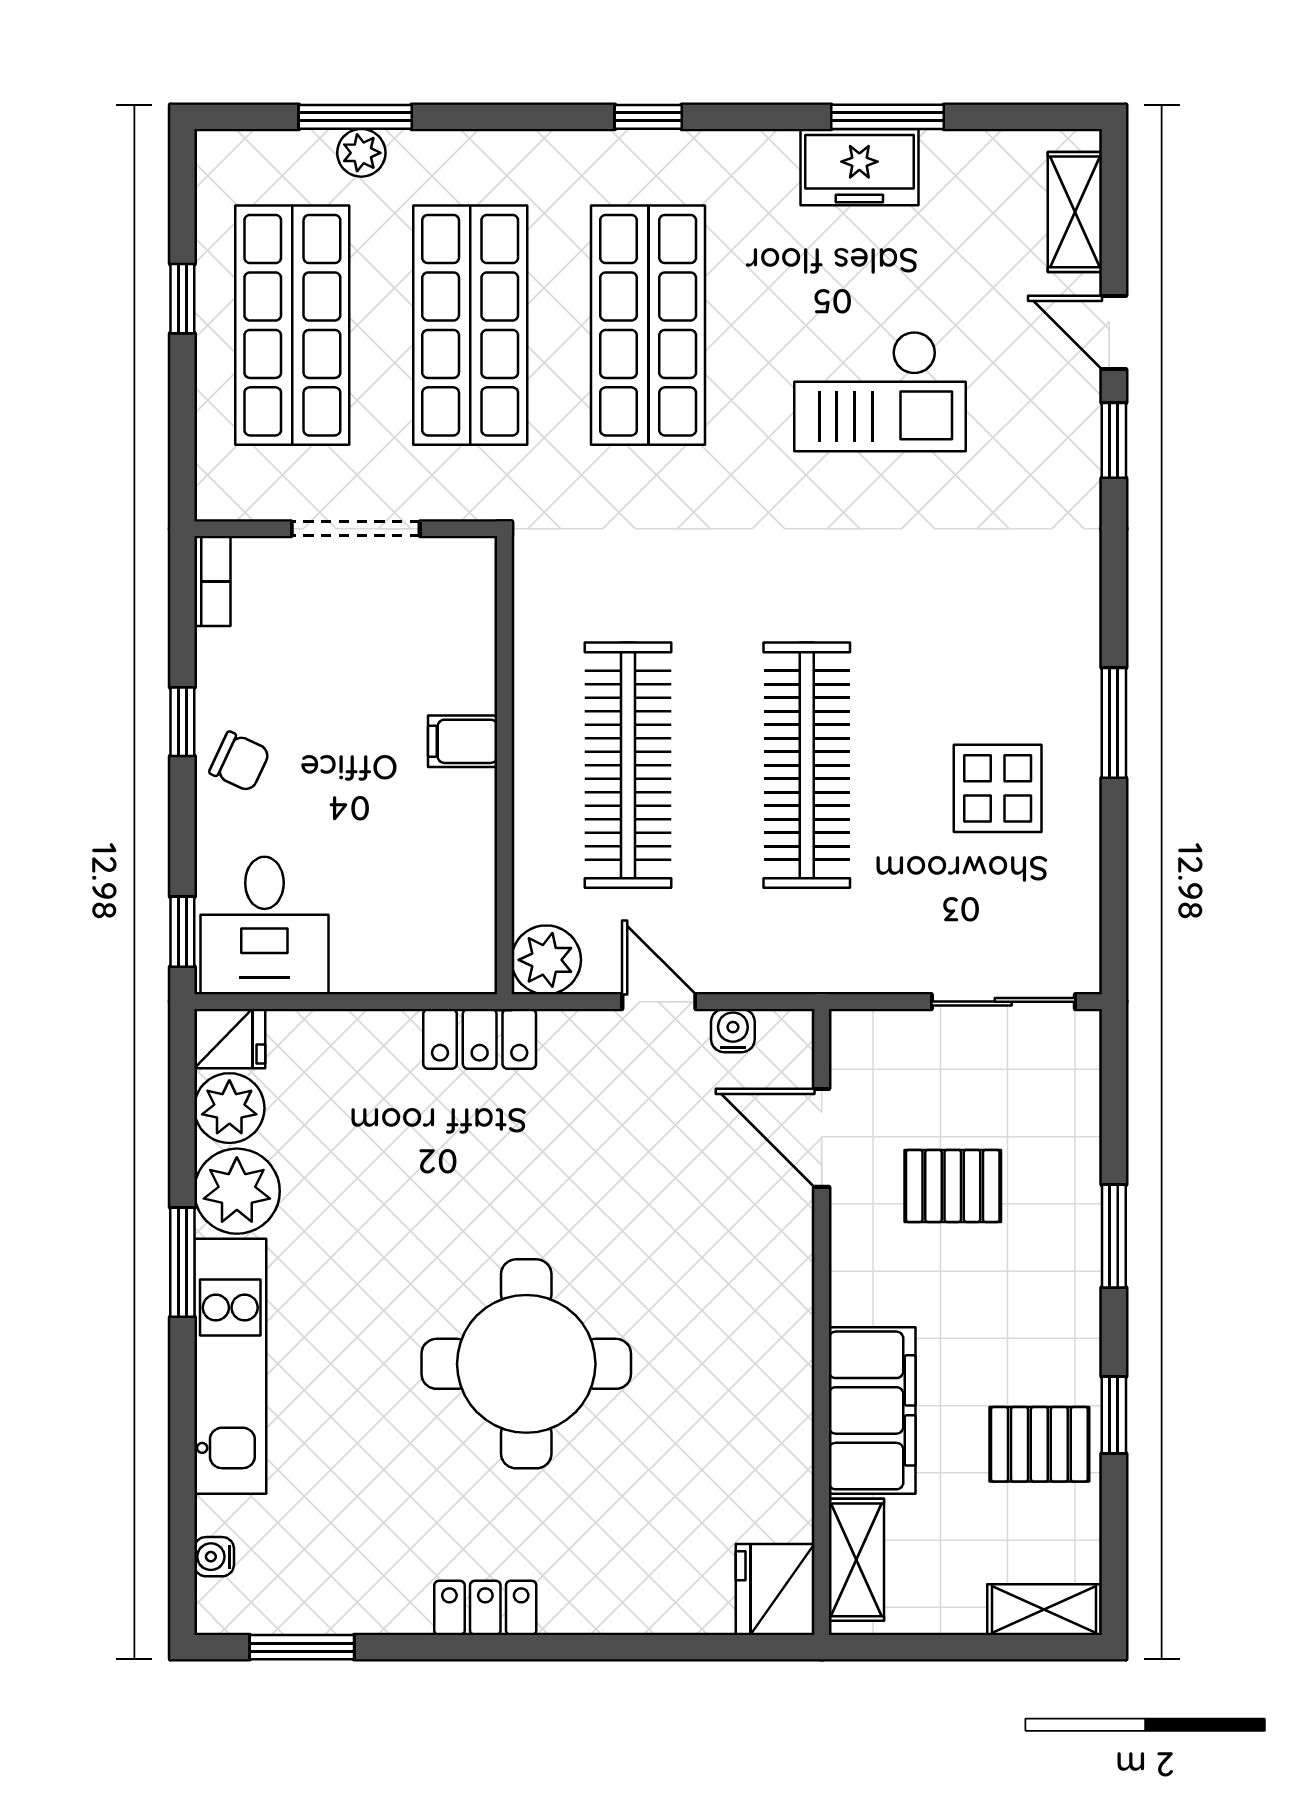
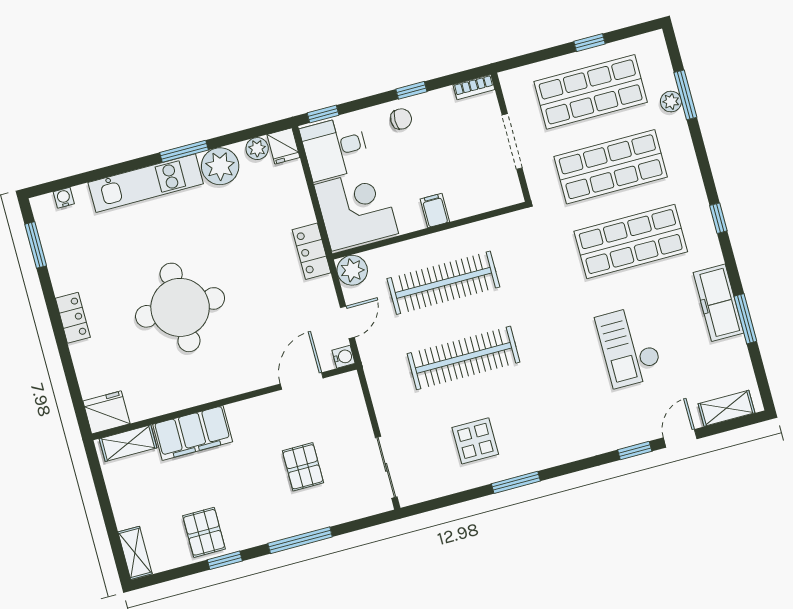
freezer: (859, 167) -> (718, 303), width x1.40
chair: (240, 762) -> (401, 119), turned -115
corner desk: (413, 915) -> (356, 209), added
plant: (229, 1108) -> (257, 149), width x0.73, depth x0.73
door: (822, 1138) -> (302, 381), moved
window: (1114, 1236) -> (300, 540), width x1.44
wall: (822, 1322) -> (224, 402), moved
filing cabinet: (872, 1410) -> (193, 433), moved
shelving: (856, 1560) -> (128, 443), moved
fridge: (775, 1589) -> (106, 412), moved

